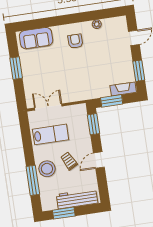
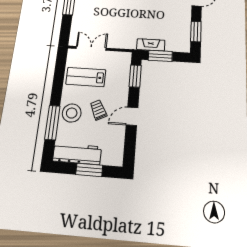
fireplace: (123, 89) -> (151, 45), moved
lab bench: (51, 134) -> (86, 77), turned 180
workbench: (77, 199) -> (77, 154), moved
window: (64, 213) -> (89, 170), moved

